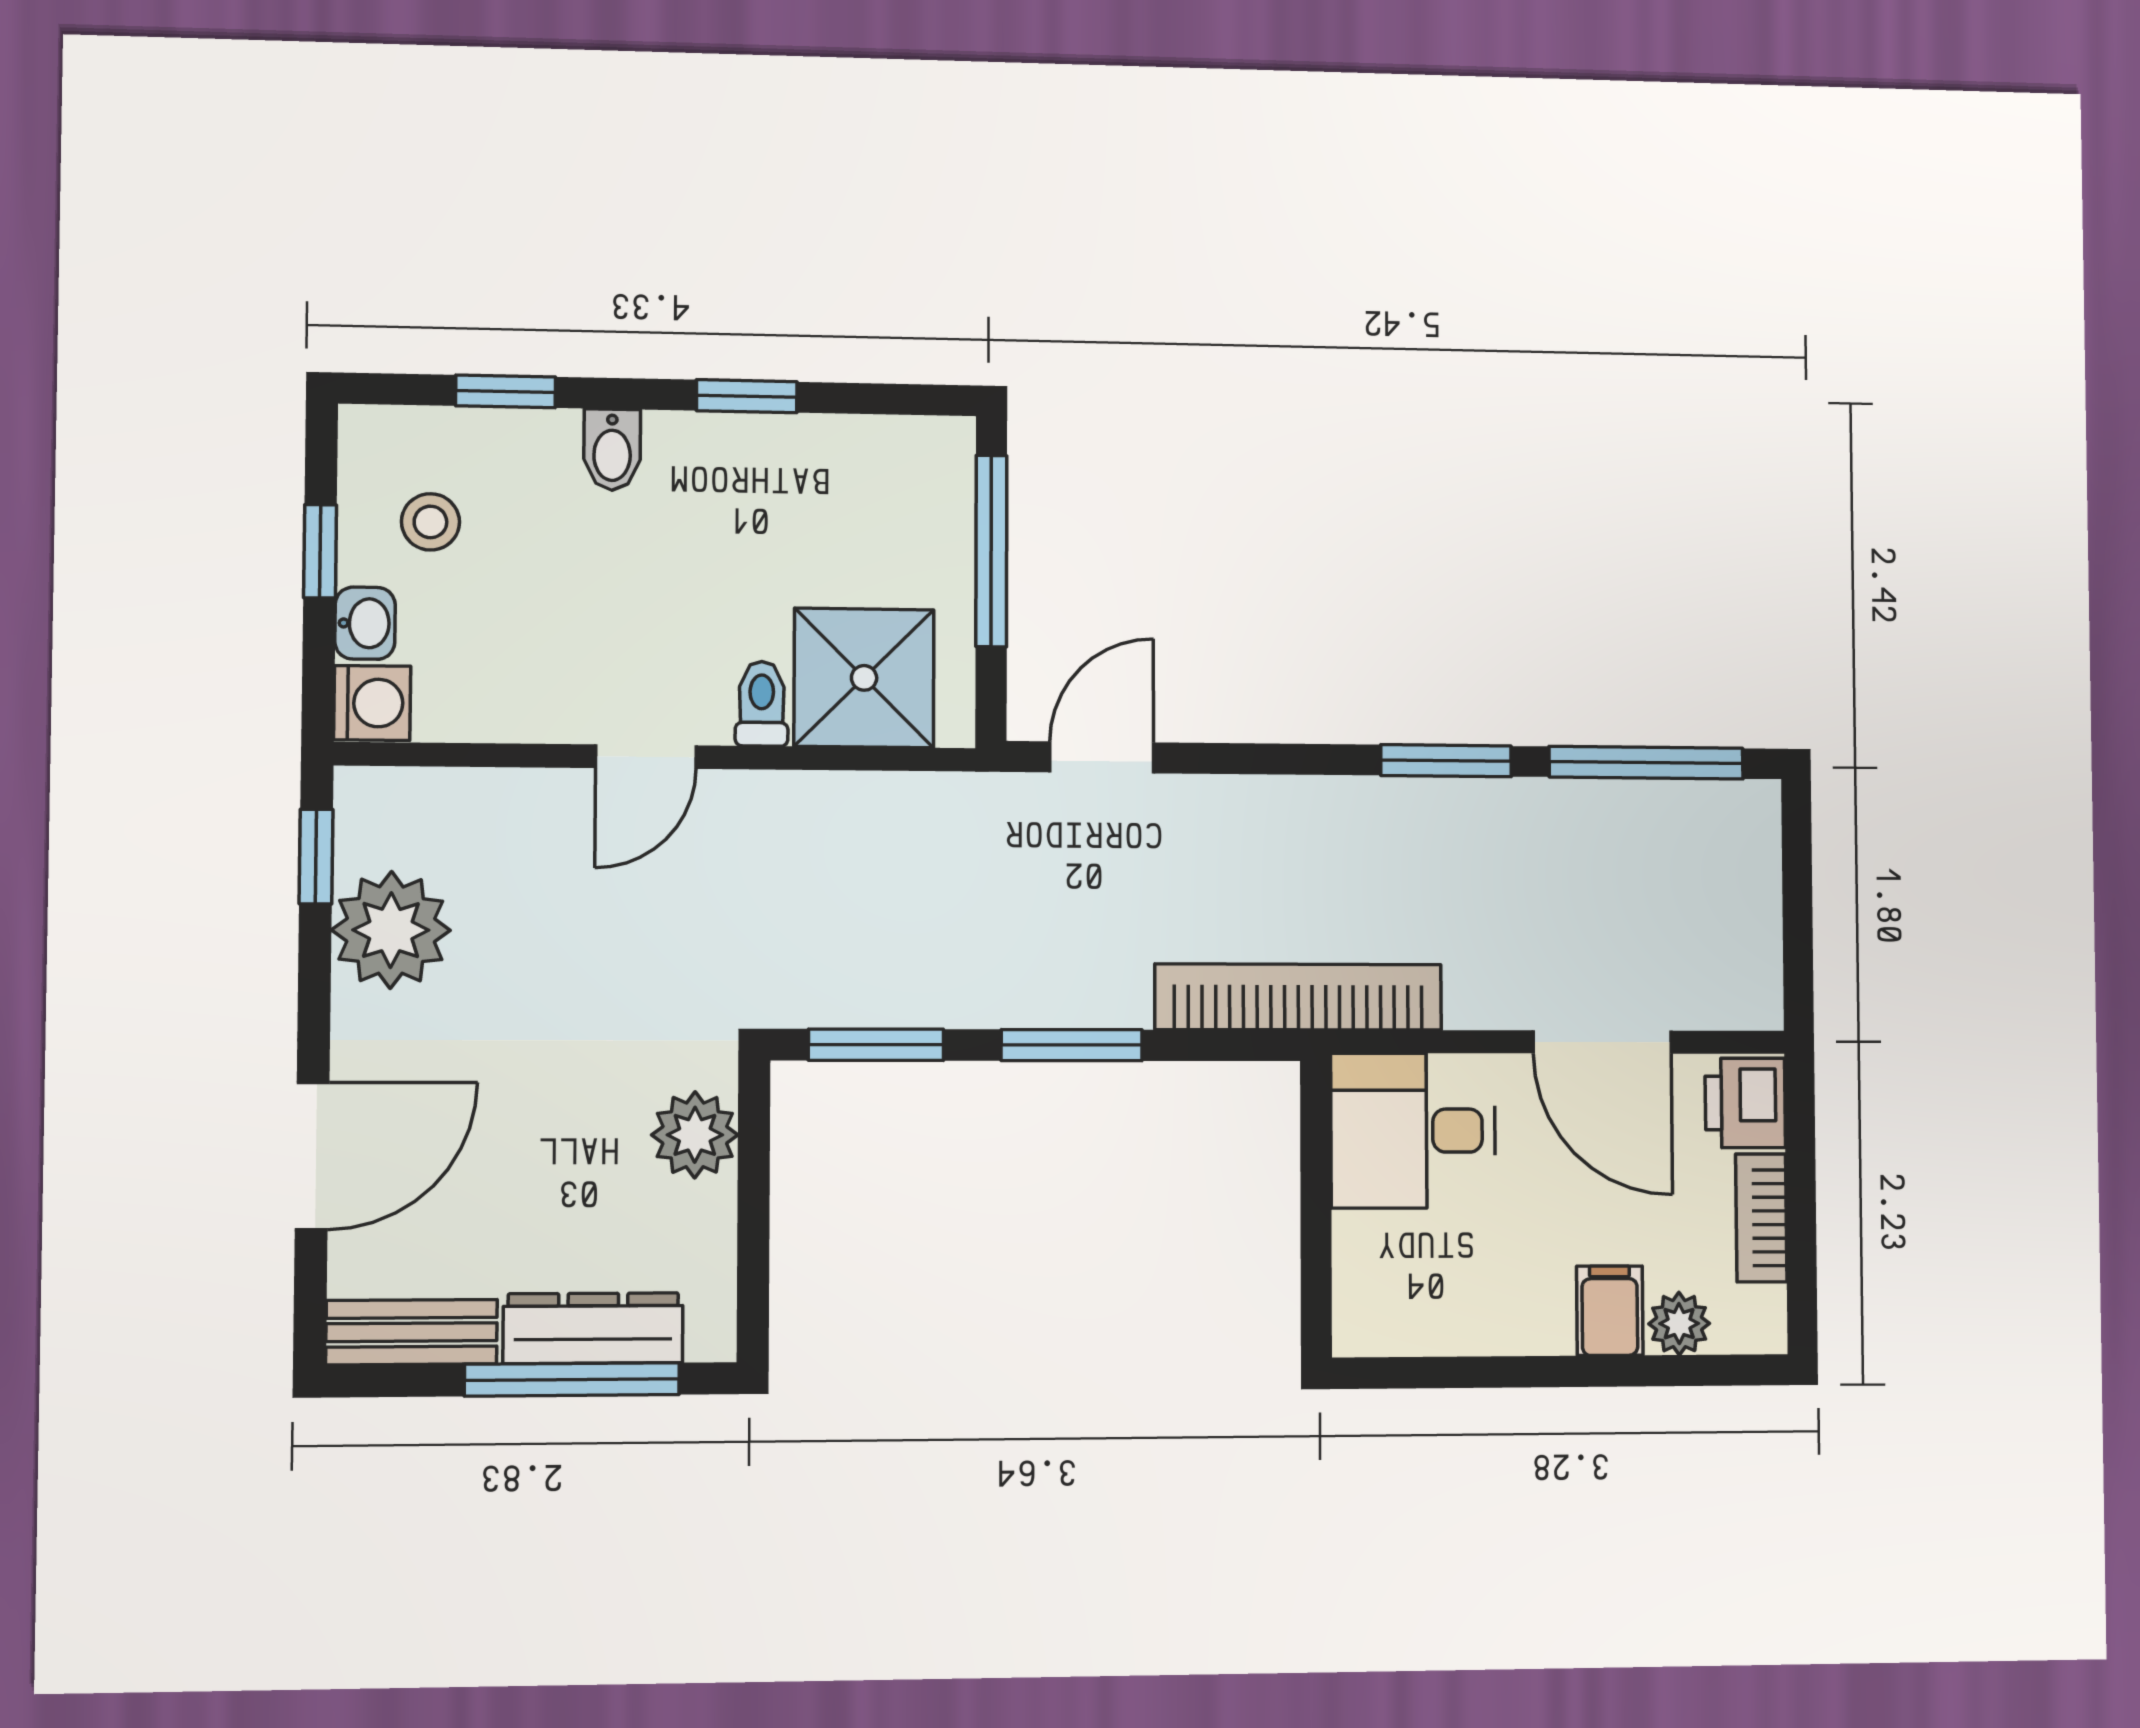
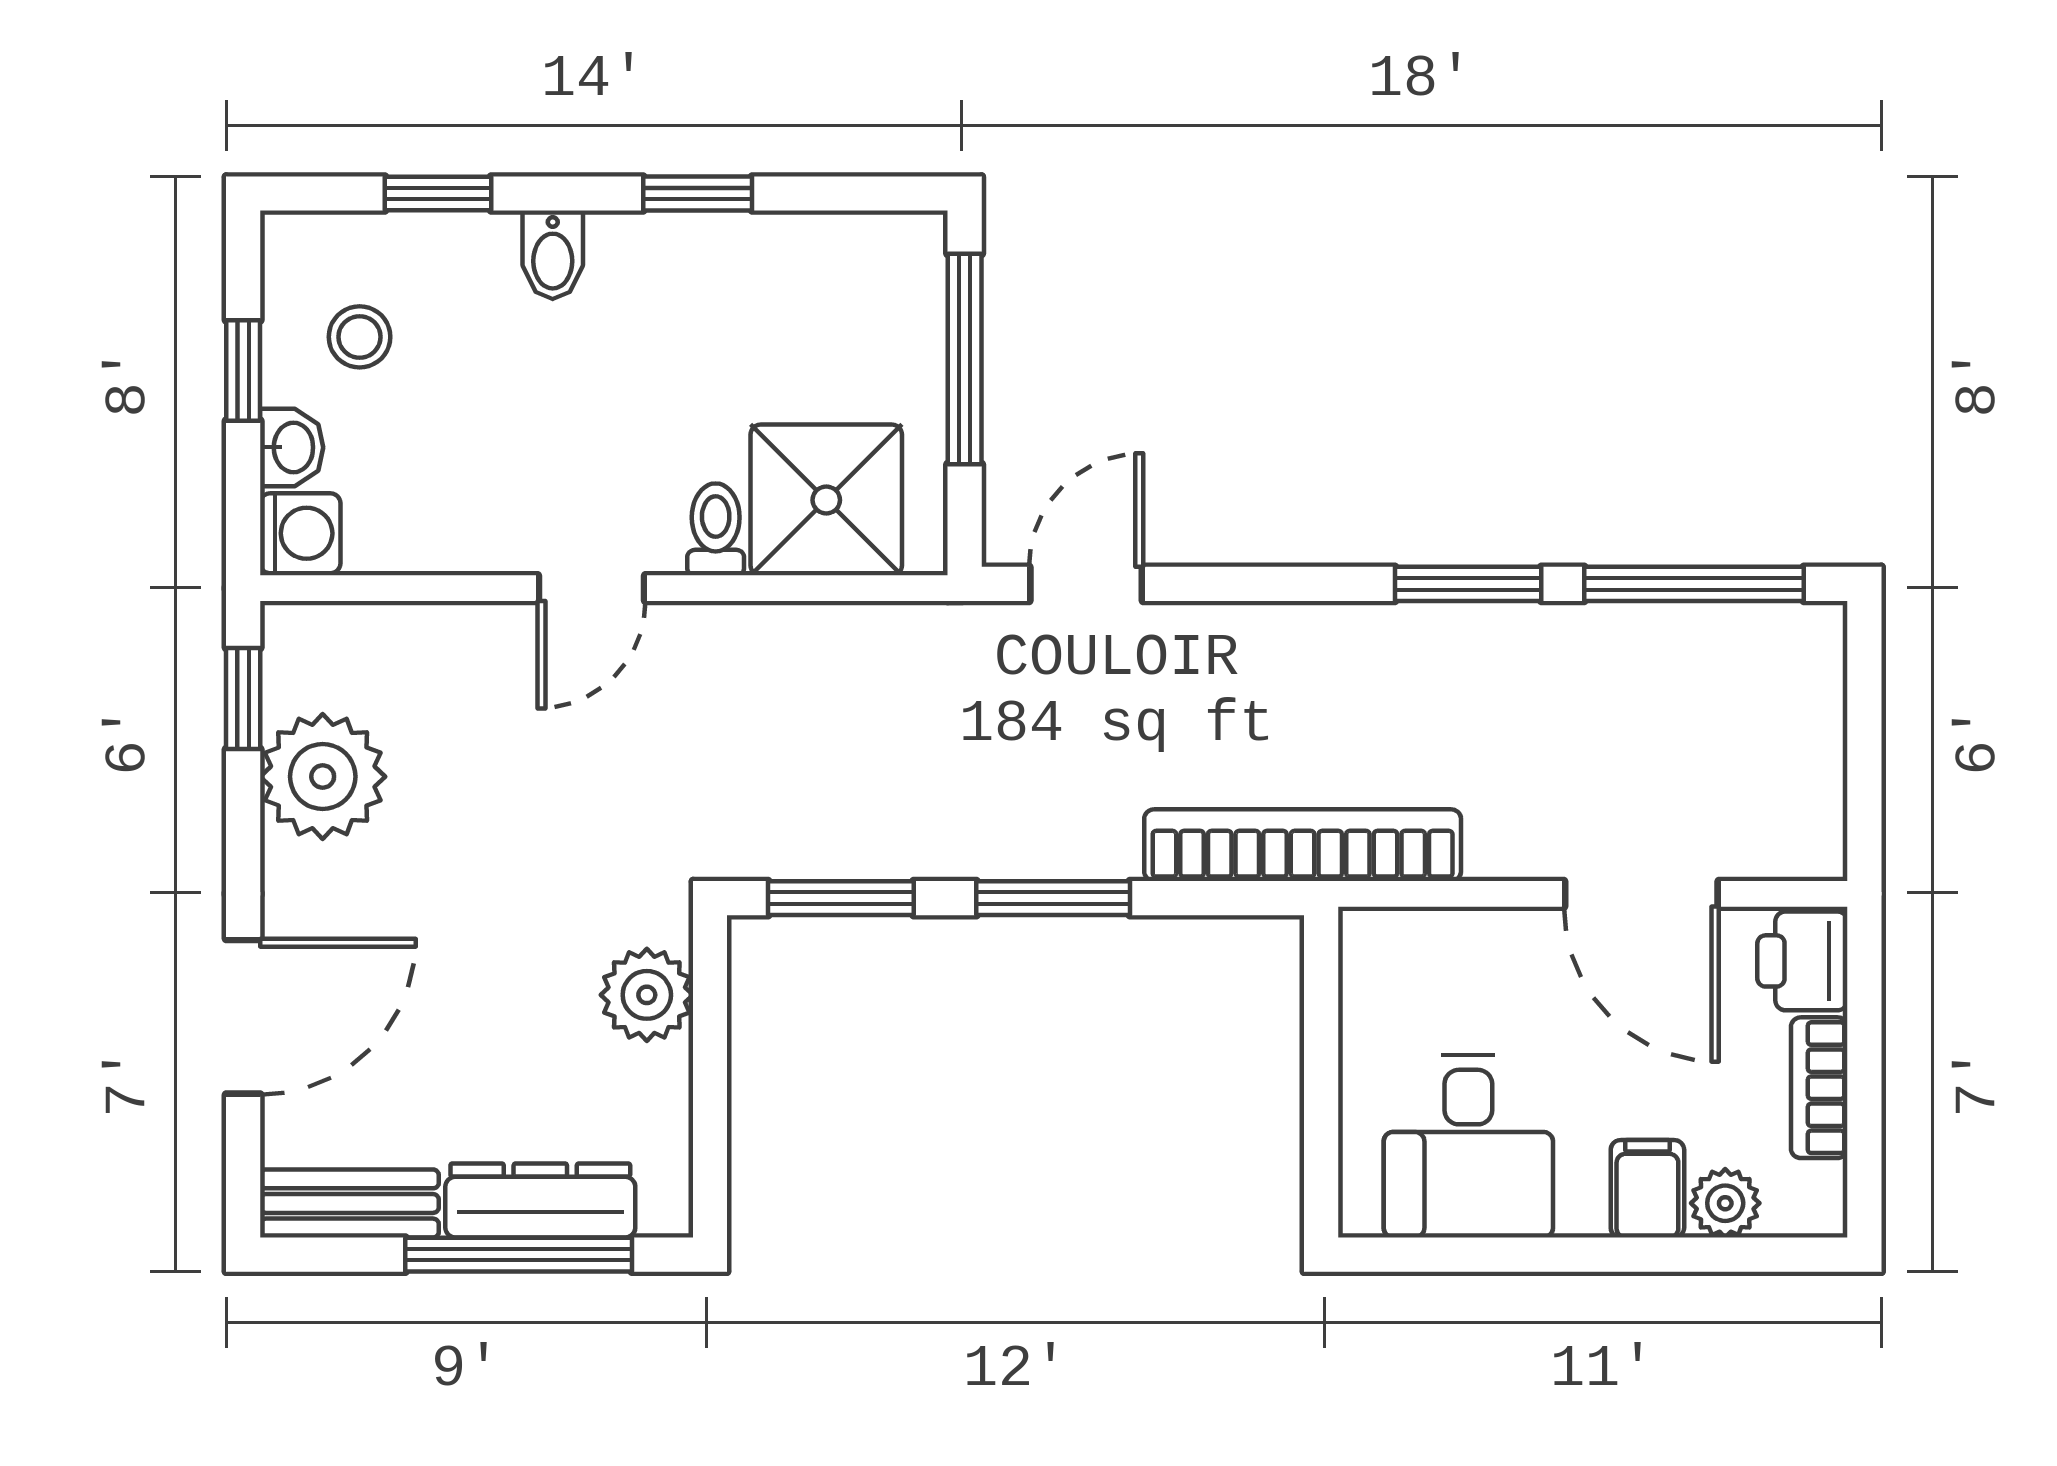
desk: (1413, 1131) -> (1468, 1146), moved, turned -90

